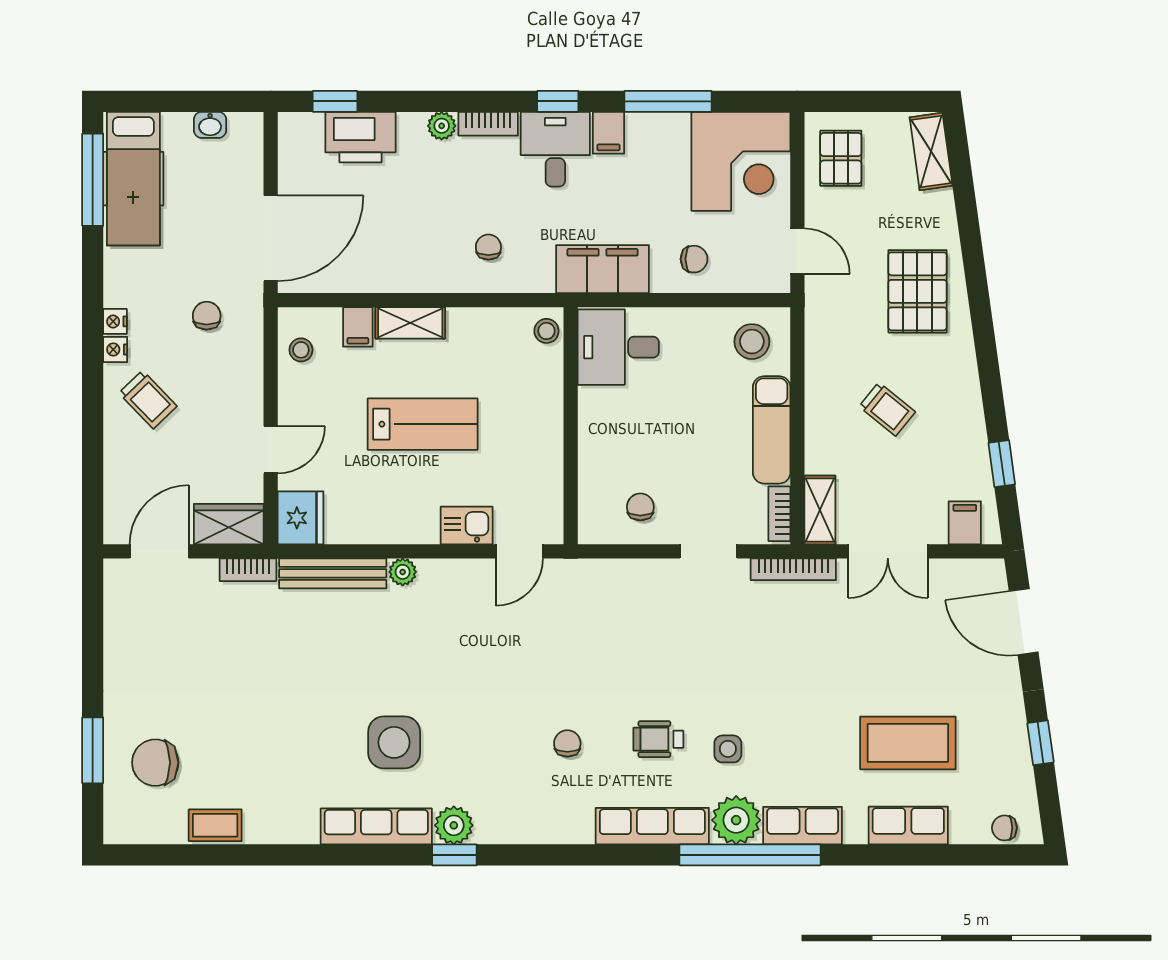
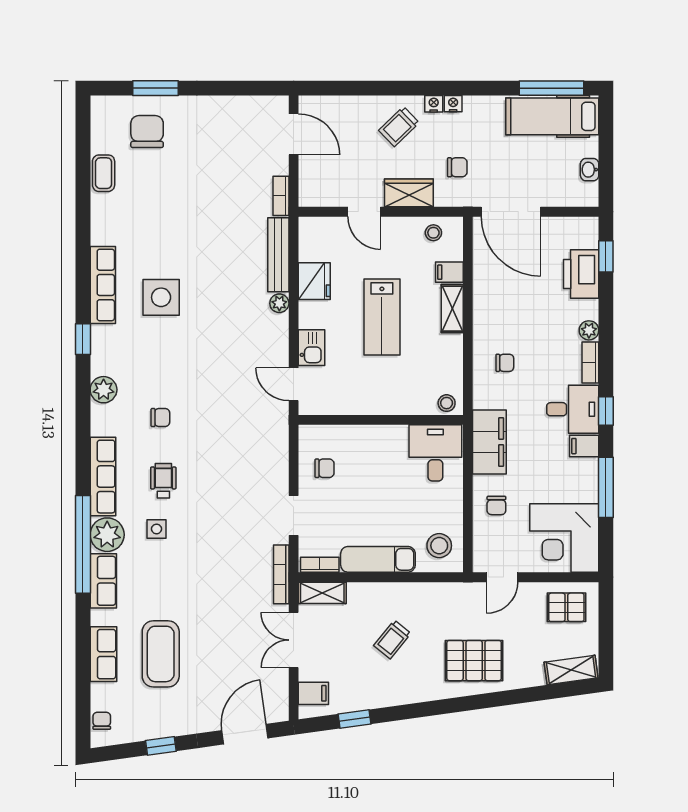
fridge: (300, 518) -> (314, 281), moved, turned -90
wardrobe: (229, 524) -> (409, 193), moved, turned -90
plant: (454, 825) -> (104, 390), moved

